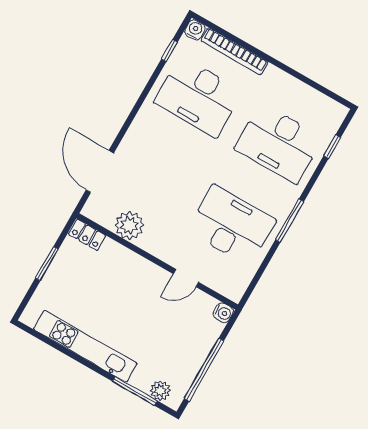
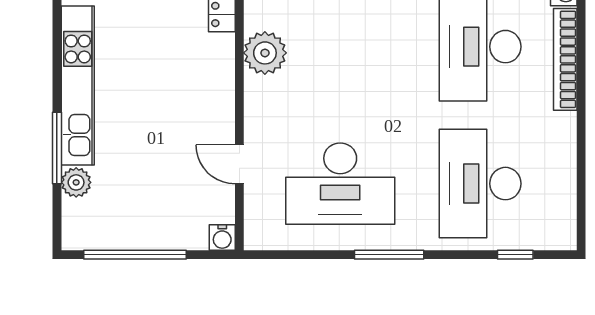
desk: (231, 225) -> (340, 184), turned 90
window: (135, 391) -> (57, 148), moved
plant: (160, 391) -> (76, 182), moved

